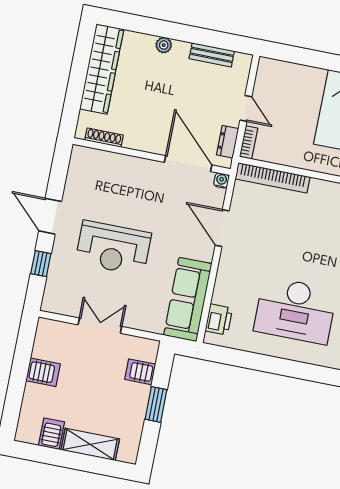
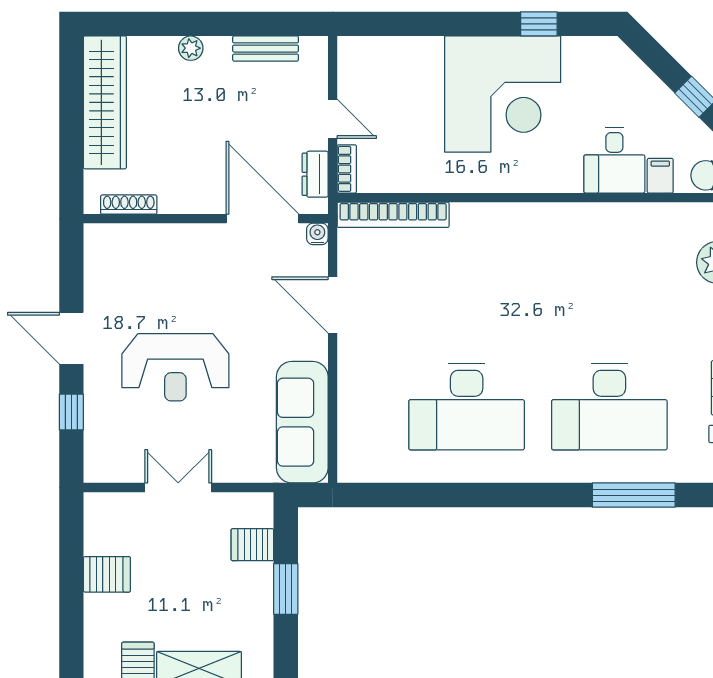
printer: (219, 319) -> (355, 443), removed

